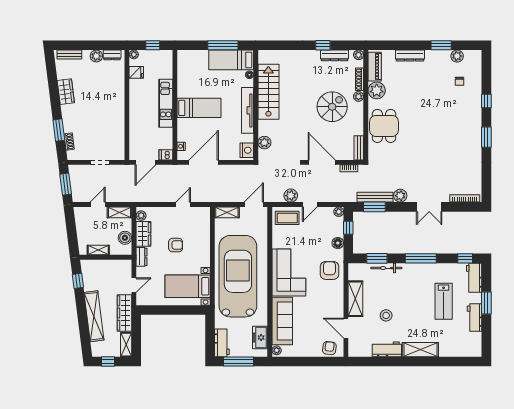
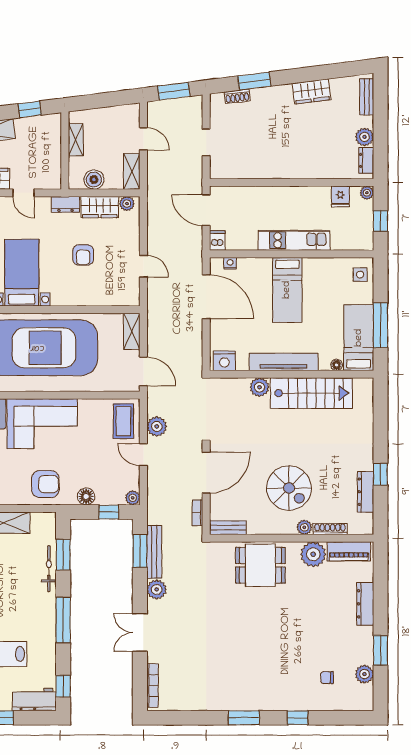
plant: (359, 55) -> (366, 527), removed
side table: (189, 59) -> (360, 275), added
plant: (264, 143) -> (259, 387), moved

